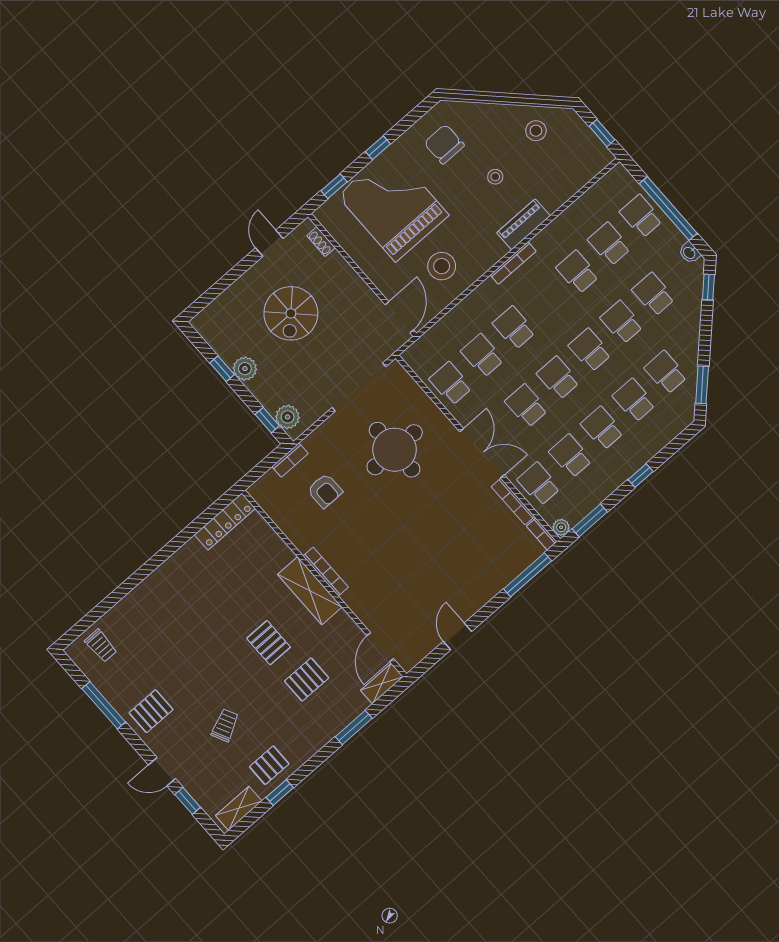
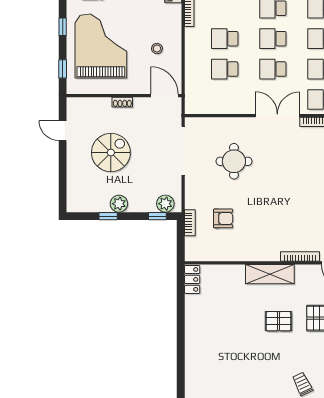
grand piano: (393, 205) -> (101, 46), turned 90
shoe rack: (321, 242) -> (122, 102), moved
stool: (442, 266) -> (157, 49), width x0.53, depth x0.53
spiral stairs: (291, 313) -> (111, 153), turned -90
school desk: (451, 383) -> (225, 100), removed
round table: (395, 450) -> (234, 161), width x0.73, depth x0.73
locker: (225, 522) -> (192, 279), width x0.66
bookcase: (326, 572) -> (300, 256), moved

